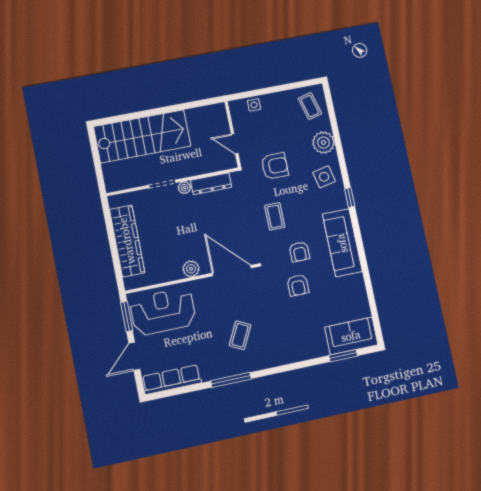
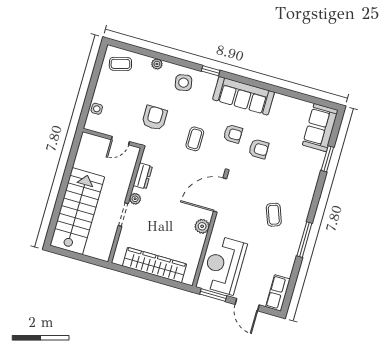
plant: (323, 143) -> (157, 64), width x0.53, depth x0.53
dresser: (211, 184) -> (143, 176), width x0.70
coffee table: (275, 216) -> (195, 139), turned 90
coffee table: (240, 335) -> (274, 215), turned 43
window: (343, 356) -> (327, 159), moved
row of seats: (172, 380) -> (278, 293), width x0.68

